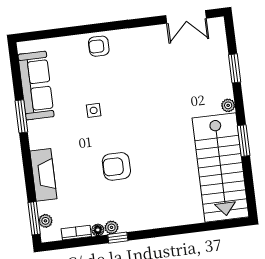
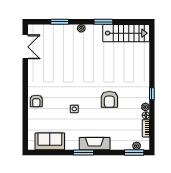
sofa: (36, 85) -> (50, 141), width x0.73
window: (21, 116) -> (83, 152), moved
stairs: (221, 167) -> (126, 33), width x0.73, depth x0.66
fireplace: (43, 175) -> (95, 144), moved
window: (118, 238) -> (152, 94), moved

